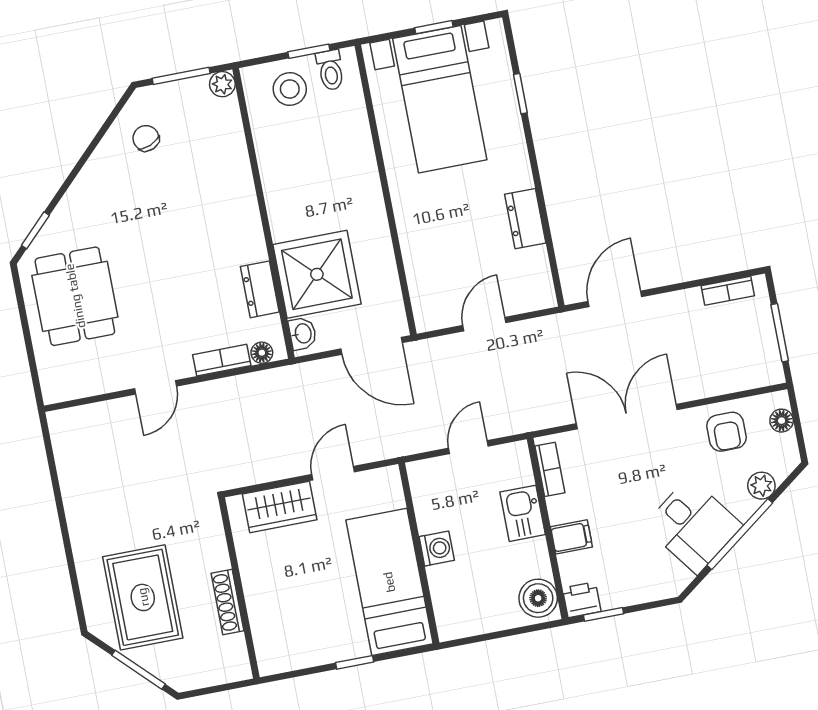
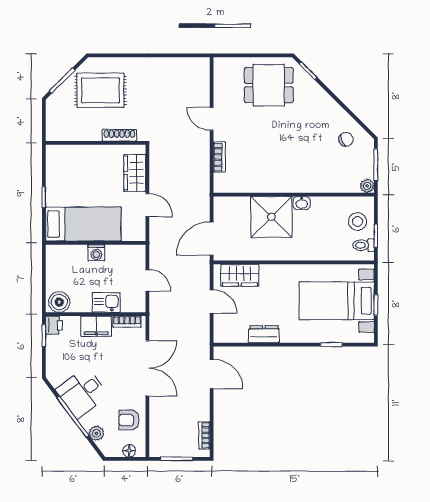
shower: (317, 274) -> (271, 217), moved
wardrobe: (427, 282) -> (240, 275), added
dresser: (260, 289) -> (253, 185), removed
washbasin: (302, 334) -> (302, 203), moved
floor lamp: (262, 353) -> (219, 179), removed
filing cabinet: (571, 537) -> (96, 326), width x2.00
shoe rack: (227, 602) -> (119, 135), moved

